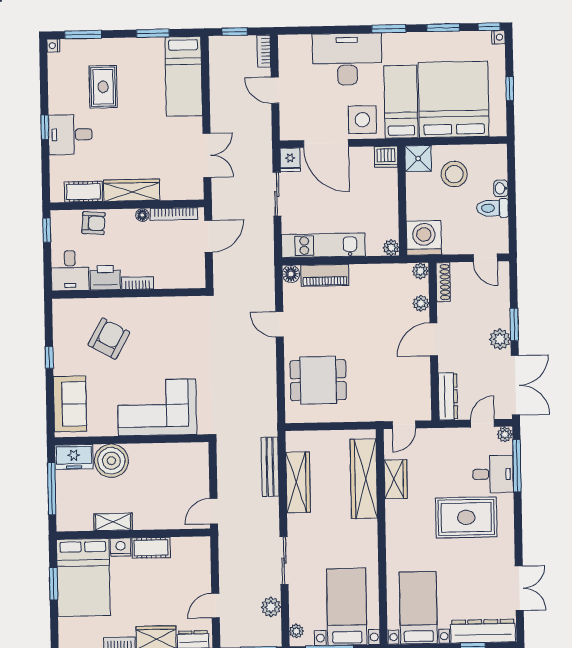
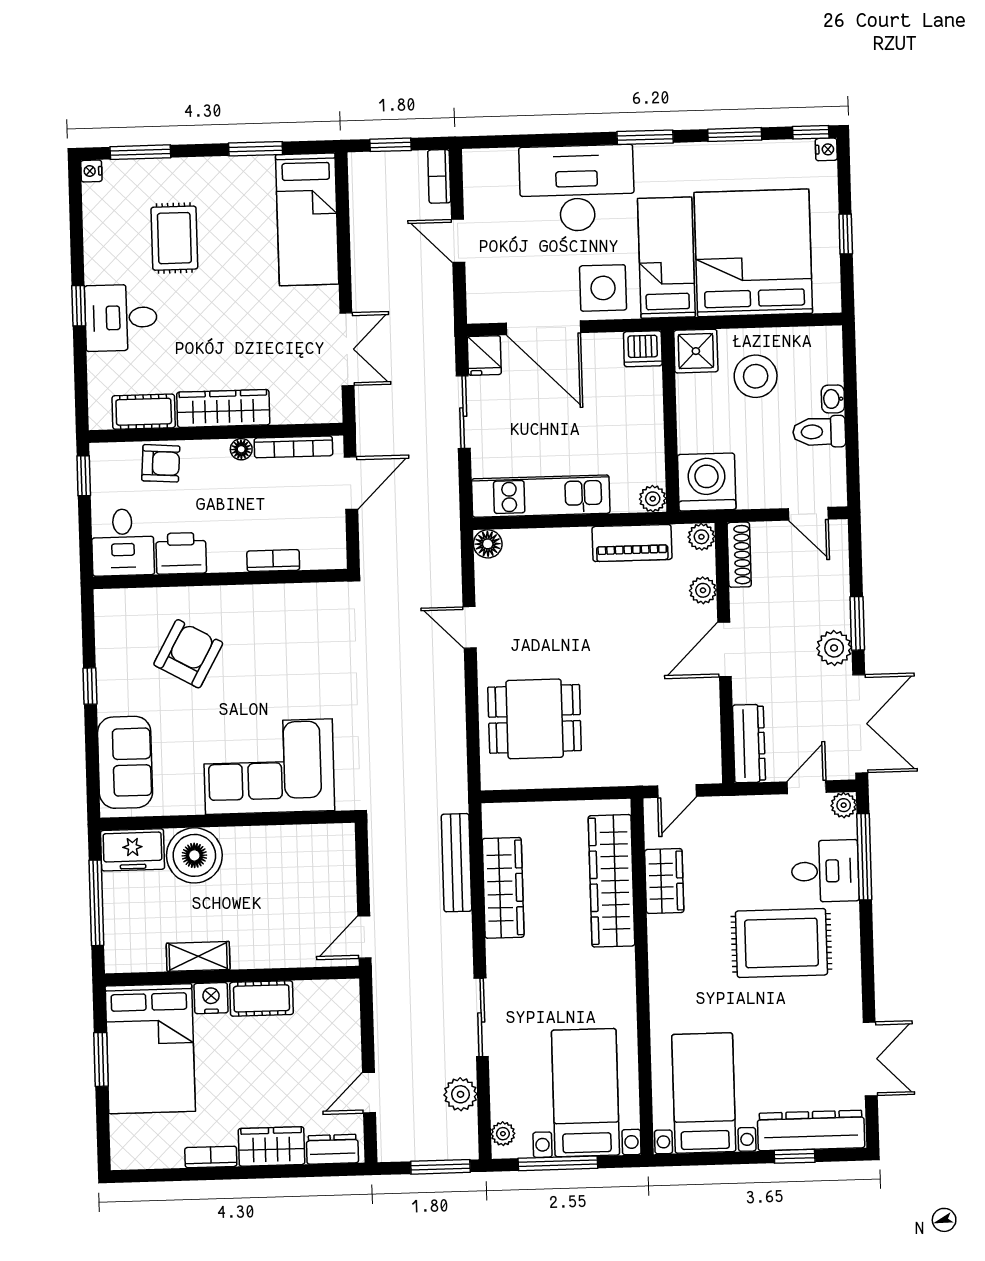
piano: (325, 275) -> (632, 543), moved
bookcase: (138, 283) -> (273, 561), moved

